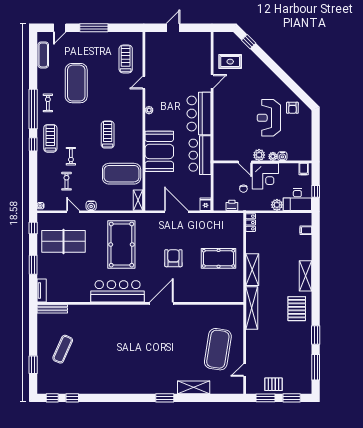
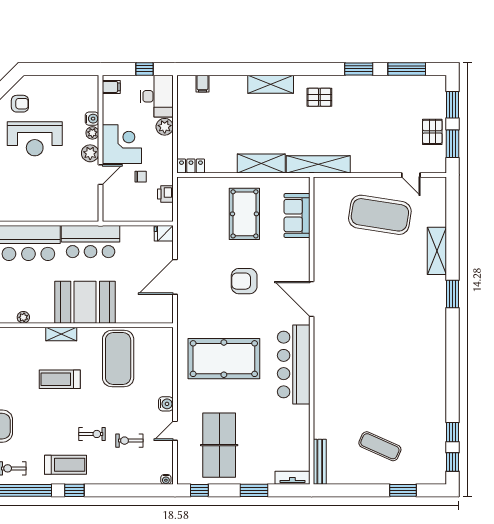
treadmill: (50, 138) -> (65, 465), turned 180
shelving: (138, 200) -> (61, 334), moved
sofa: (217, 294) -> (297, 216), added
pallet: (297, 309) -> (319, 97), width x0.67, depth x0.71

